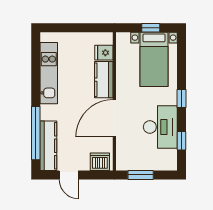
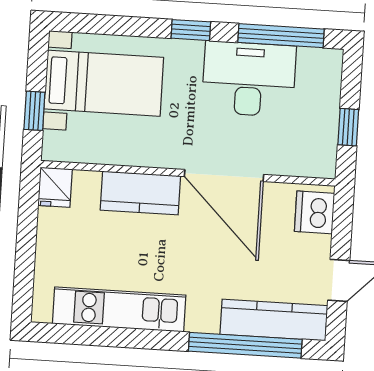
window: (151, 28) -> (34, 111), moved
fridge: (104, 53) -> (55, 187), moved
window: (181, 141) -> (281, 36), width x2.17
window: (141, 175) -> (348, 127), width x0.67

